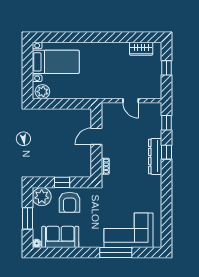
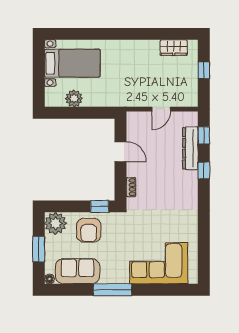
plant: (42, 92) -> (74, 98), moved
door: (131, 101) -> (161, 109), hinge flipped
door: (96, 136) -> (121, 152), swing flipped
dresser: (155, 156) -> (190, 148), moved
window: (62, 182) -> (100, 206), moved
window: (116, 252) -> (112, 290), moved

